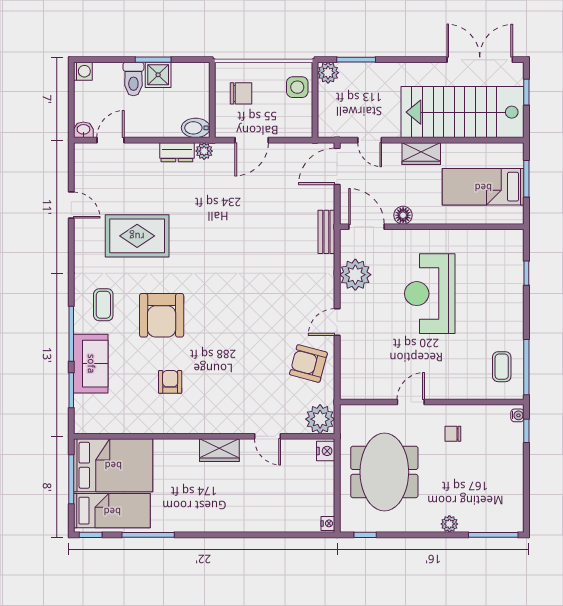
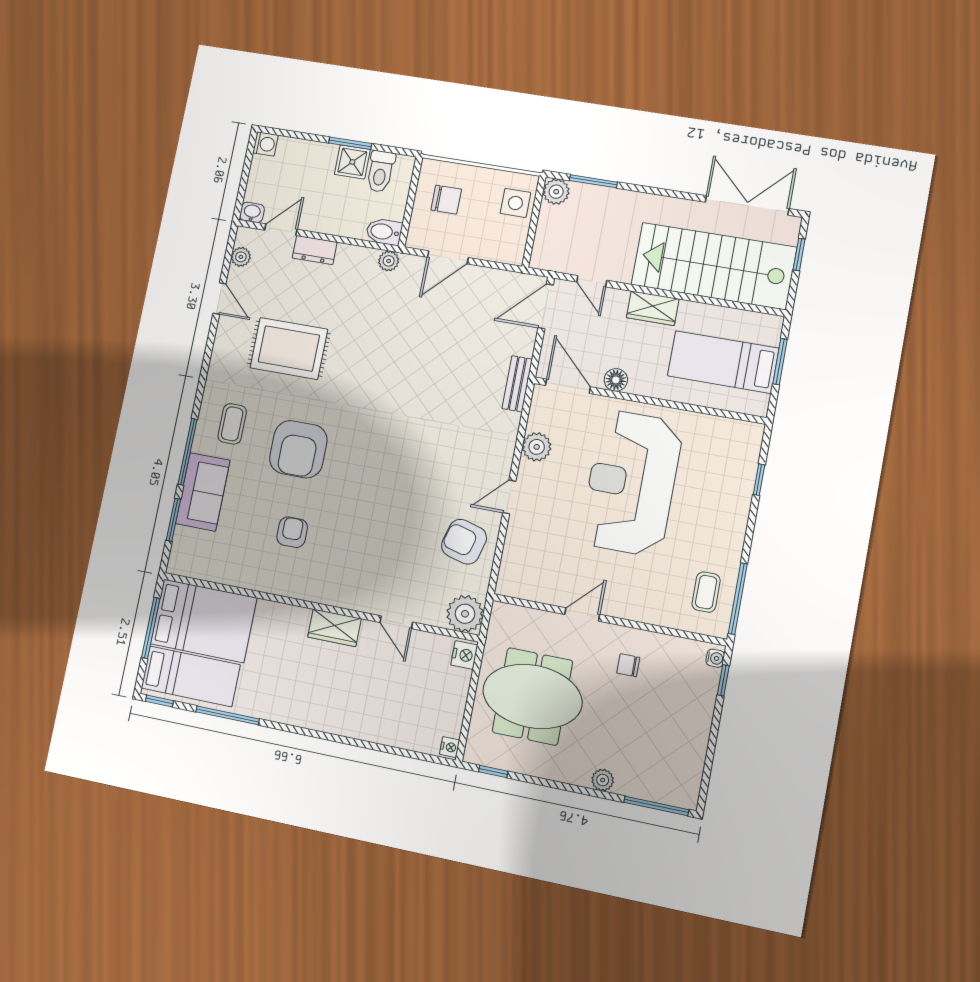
toilet: (133, 79) -> (380, 171), moved
dresser: (177, 152) -> (315, 250), moved
plant: (82, 168) -> (241, 257), added
plant: (355, 275) -> (537, 447), width x0.73, depth x0.73
reception desk: (430, 294) -> (631, 483), width x1.36, depth x1.30
meeting table: (384, 472) -> (532, 696), turned 90

